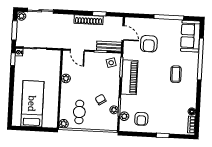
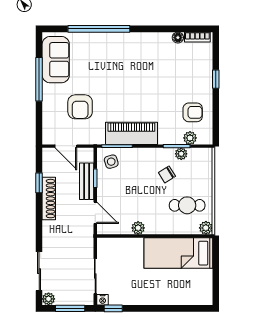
door: (123, 33) -> (66, 146), swing flipped
sofa: (190, 36) -> (56, 60), moved, turned -90
armchair: (149, 44) -> (80, 107), turned 90
bench: (109, 46) -> (87, 181), moved
door: (77, 50) -> (95, 213), hinge flipped
coffee table: (176, 74) -> (123, 64), removed
bed: (32, 104) -> (178, 253), moved

